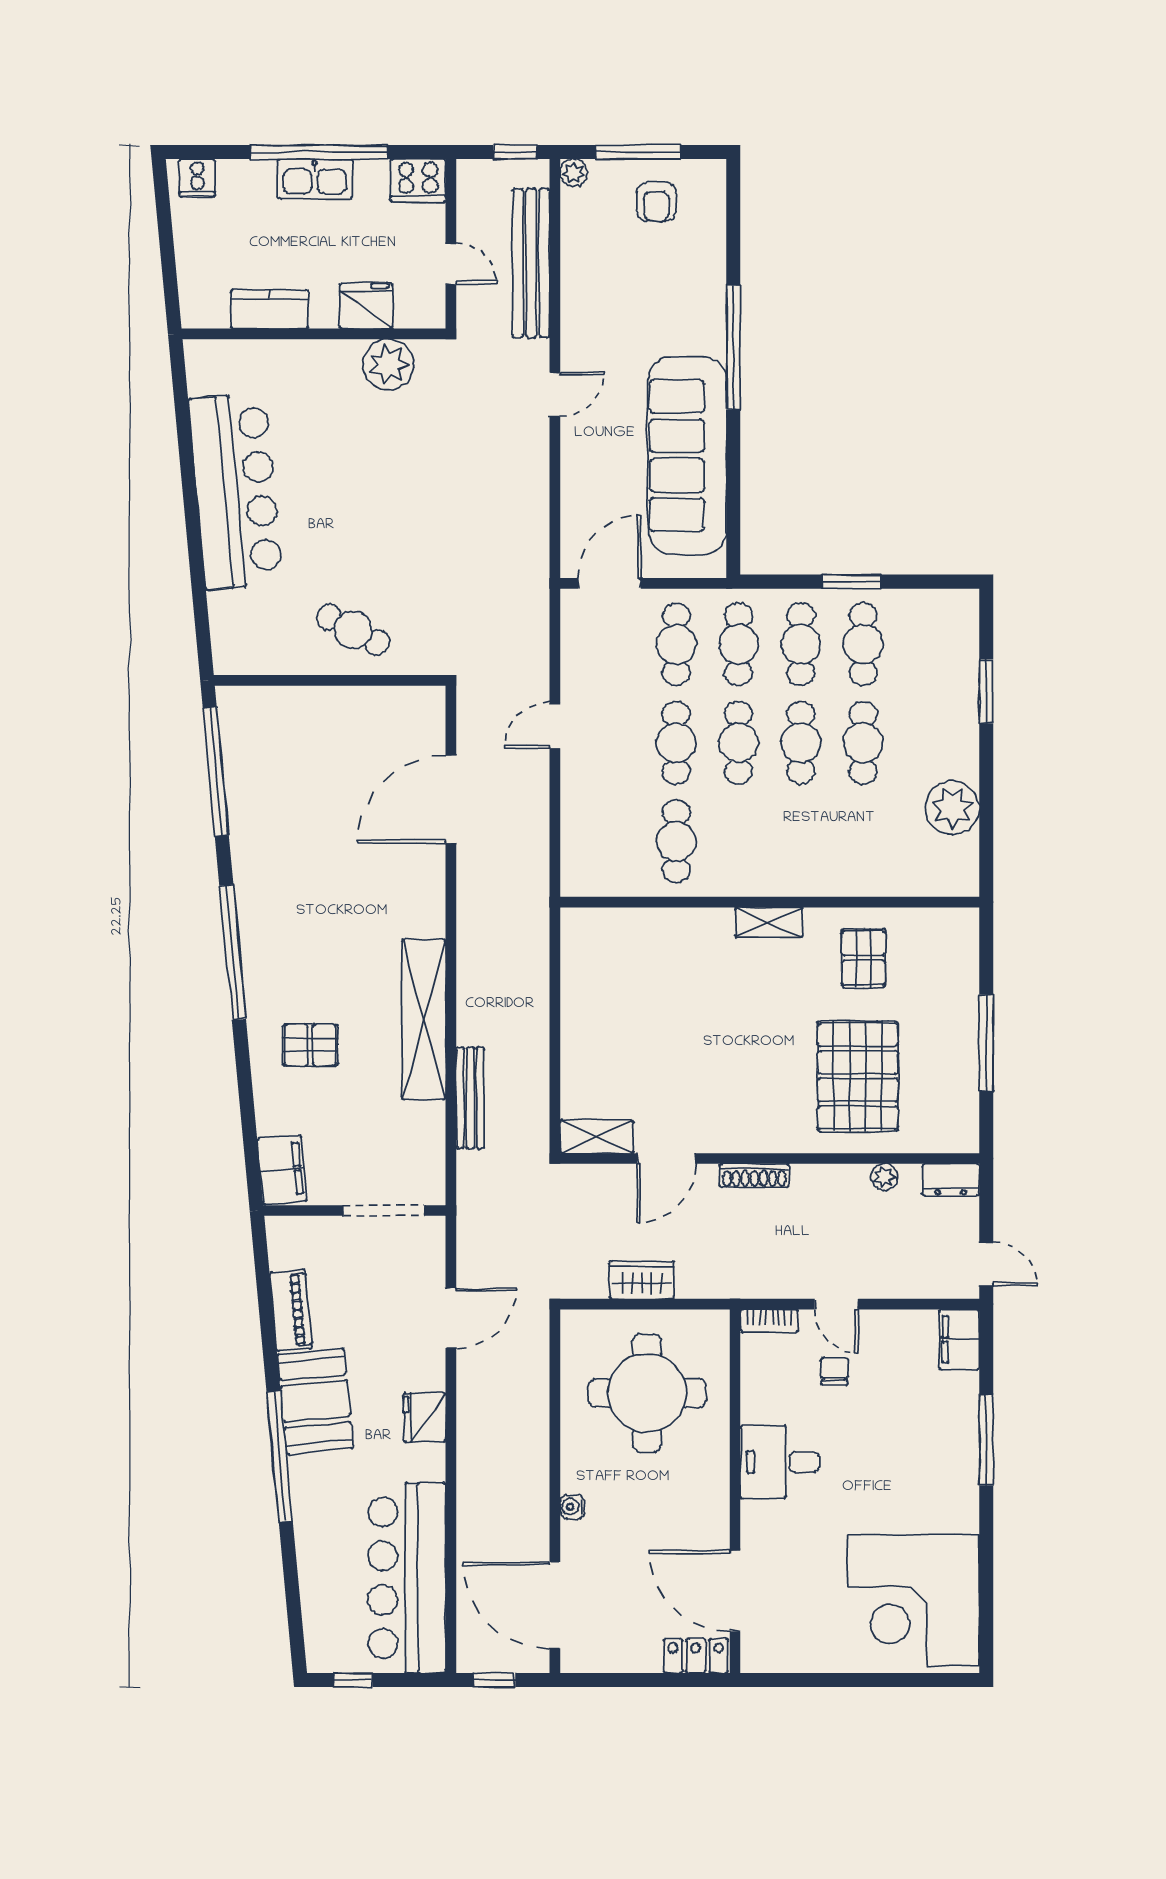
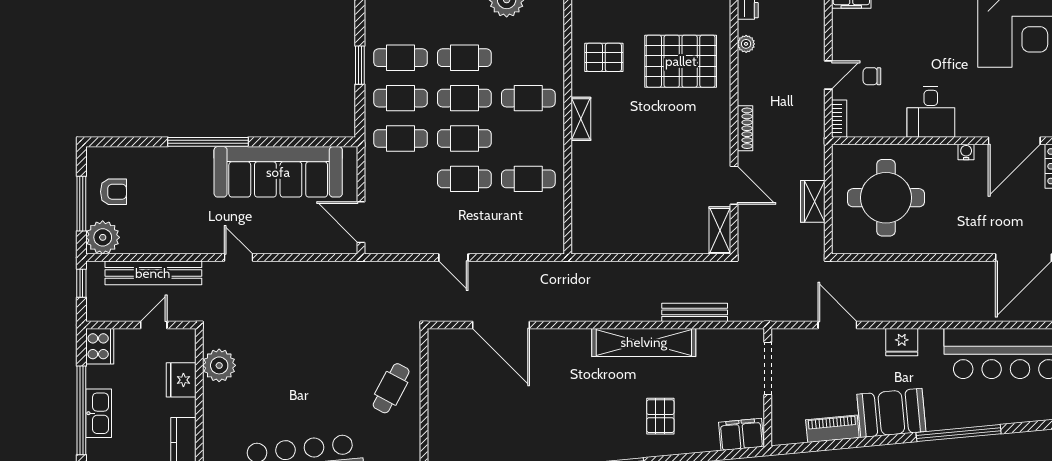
plant: (574, 173) -> (103, 237), width x1.88, depth x1.88
cafe table: (676, 644) -> (528, 98), moved
window: (280, 1456) -> (959, 433), moved
water cooler: (572, 1507) -> (966, 152), moved, turned 180

